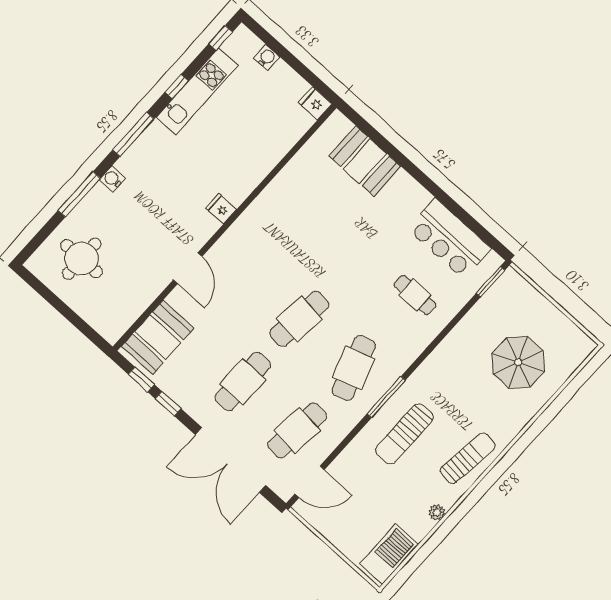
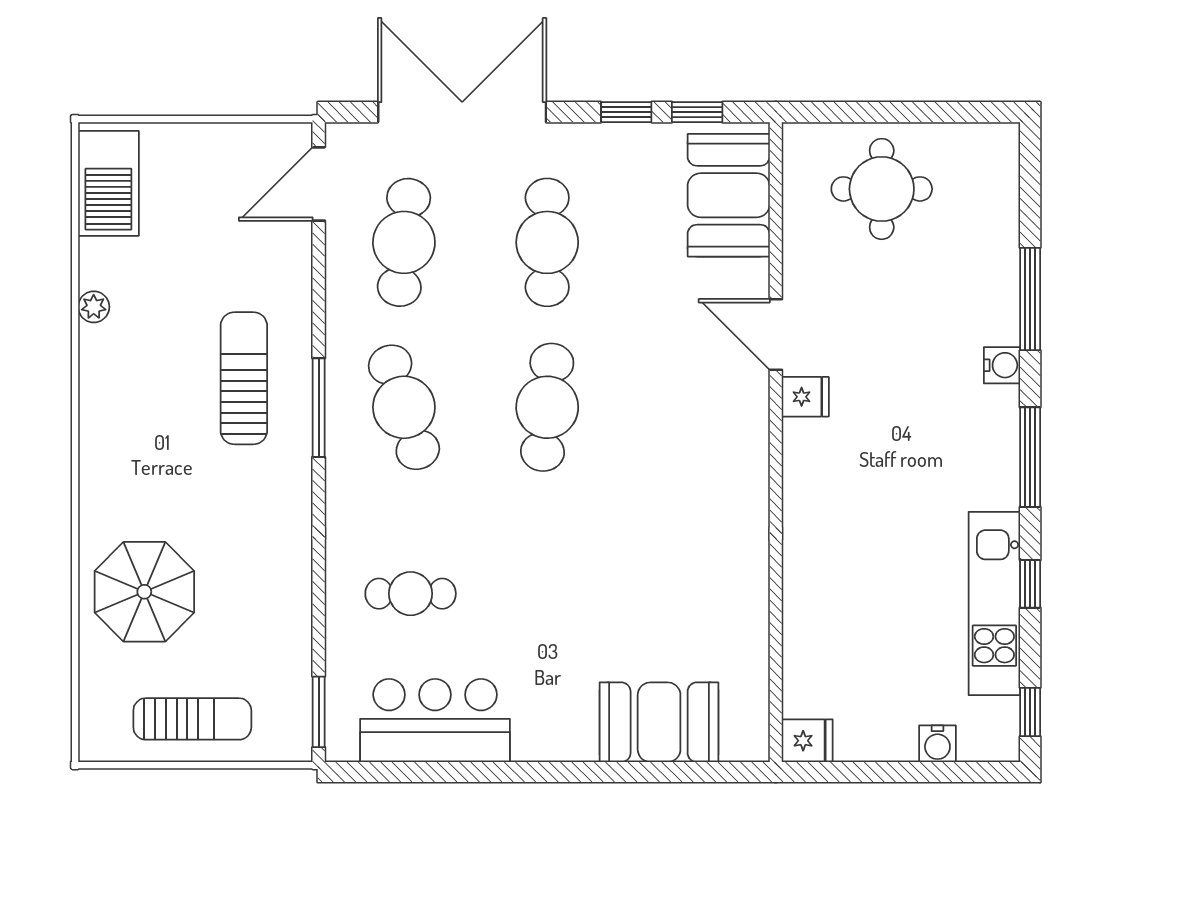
fridge: (221, 209) -> (805, 397), moved
round table: (82, 259) -> (882, 189), moved
parasol: (518, 362) -> (144, 592), moved
sun lounger: (468, 458) -> (192, 719), moved, turned -97

